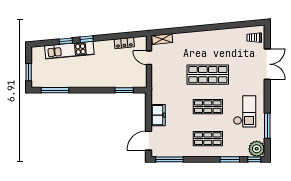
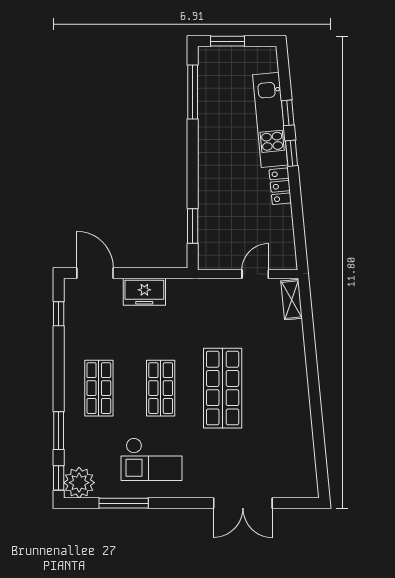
trolley: (254, 38) -> (294, 478), removed
locker: (124, 43) -> (280, 186), moved
window: (169, 159) -> (59, 314), width x0.46

